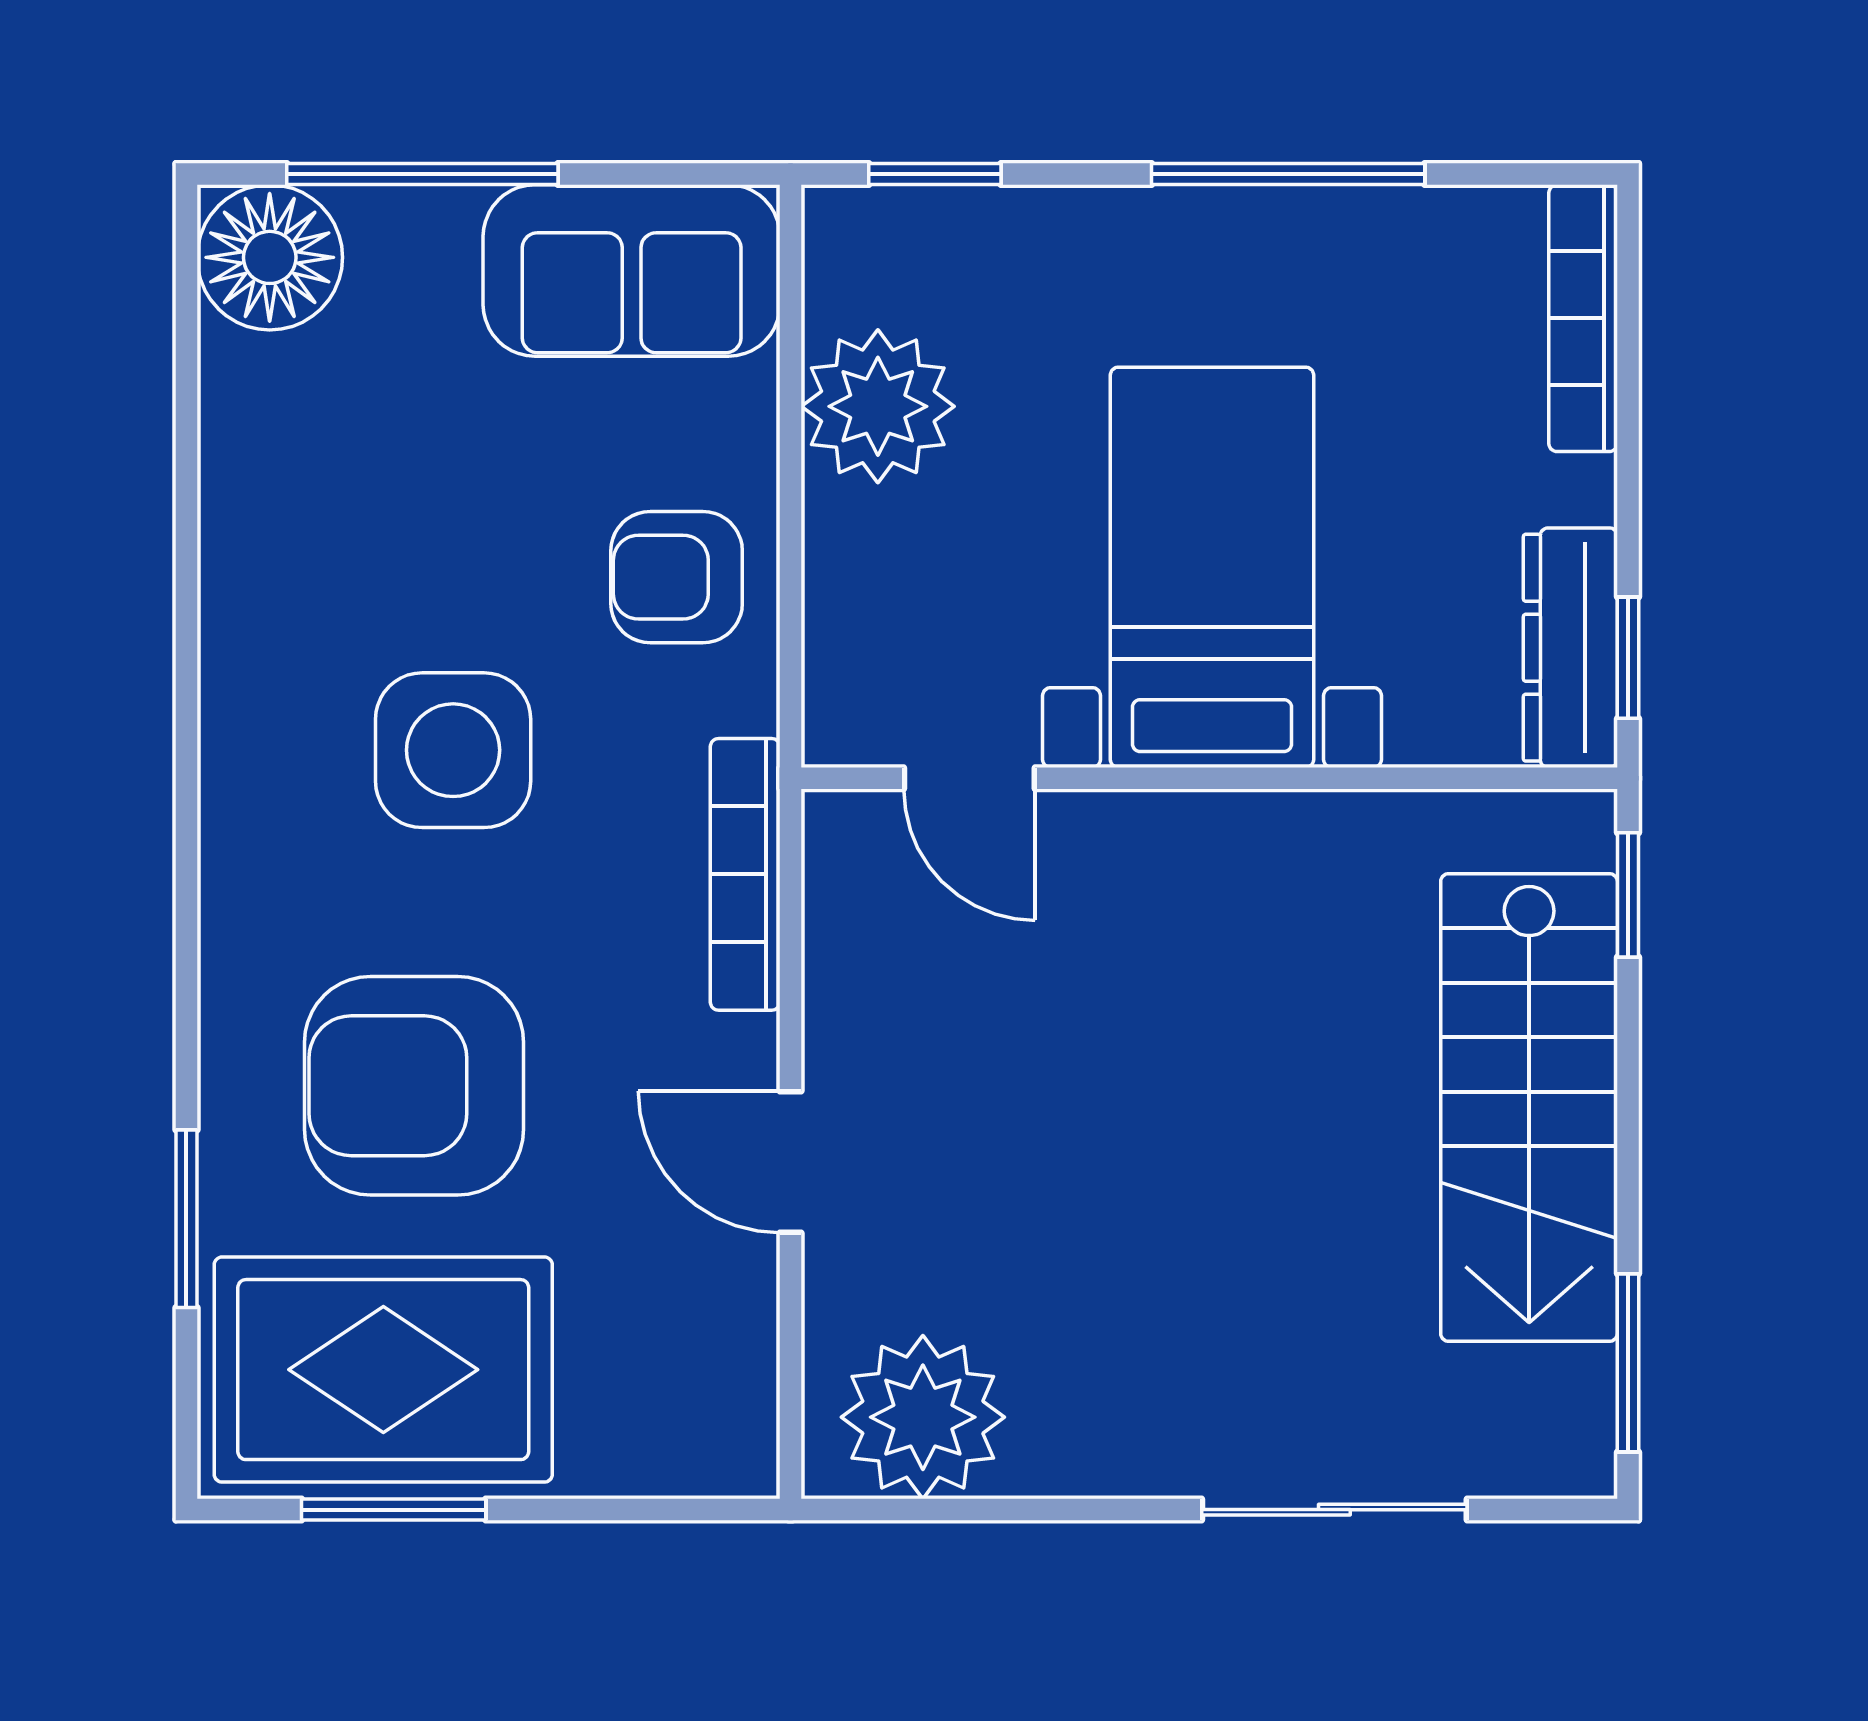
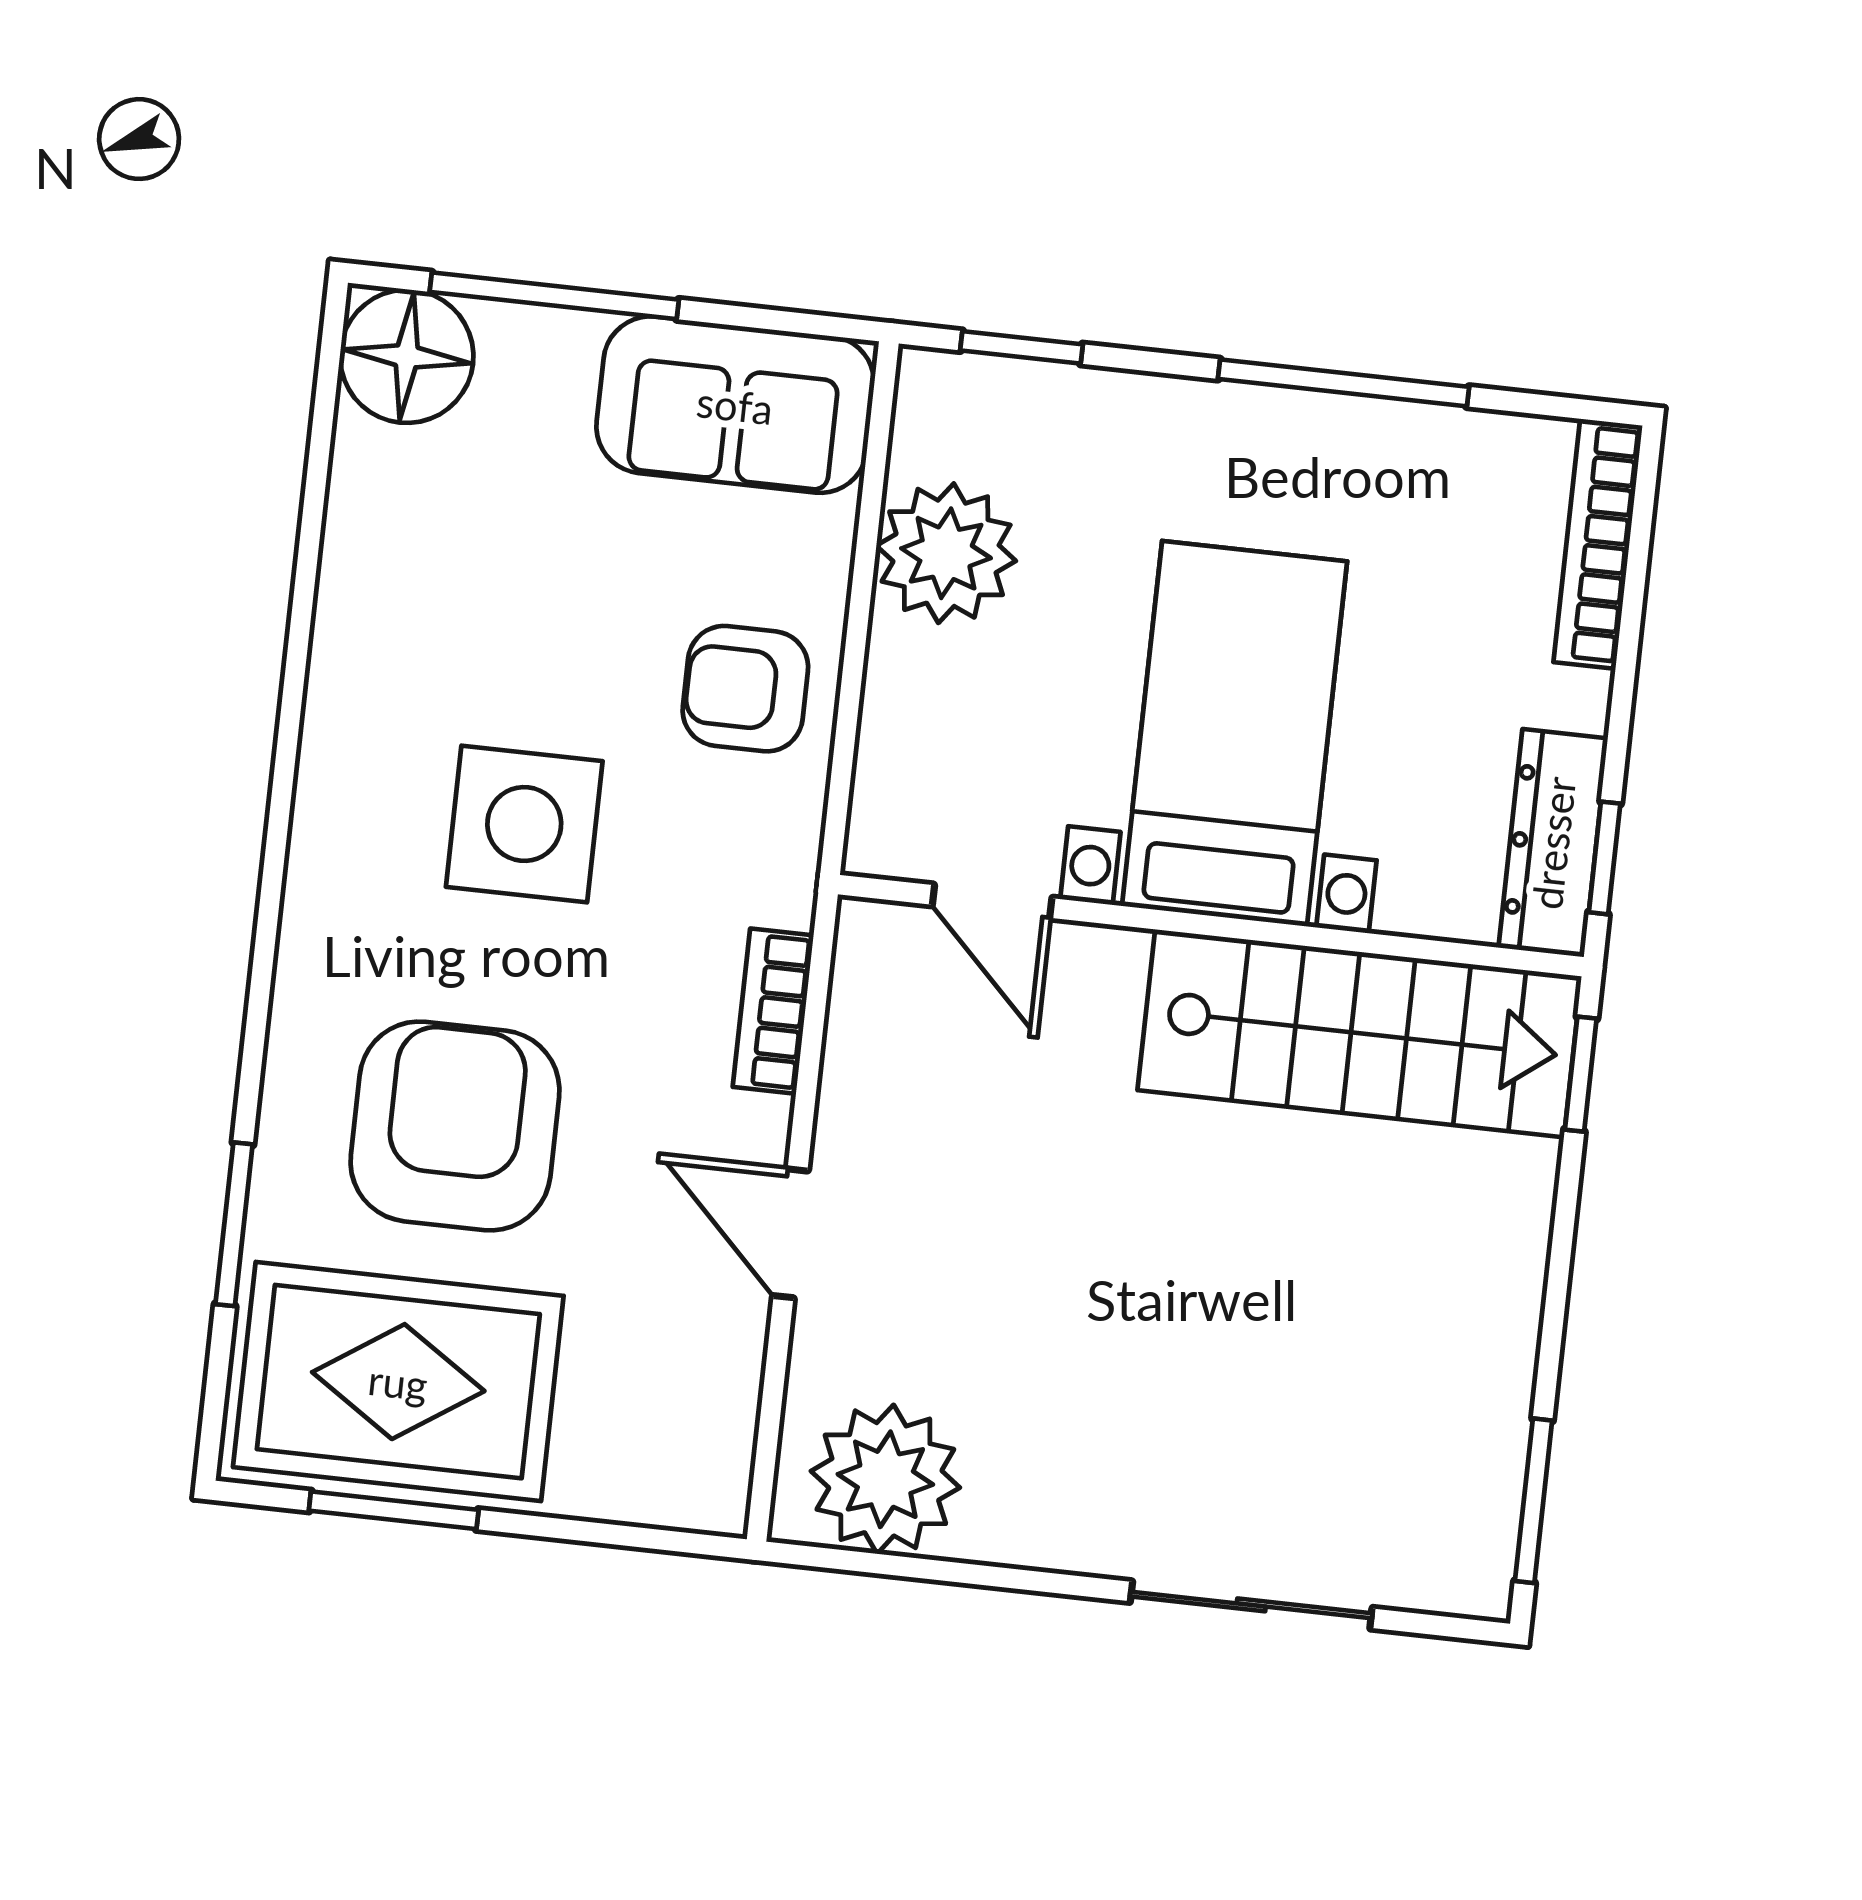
bookcase: (745, 874) -> (773, 1011), width x0.64
armchair: (414, 1086) -> (455, 1126), turned 90
stairs: (1529, 1108) -> (1360, 1033), moved, turned -90

